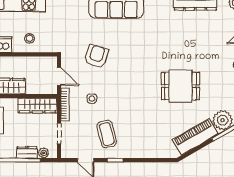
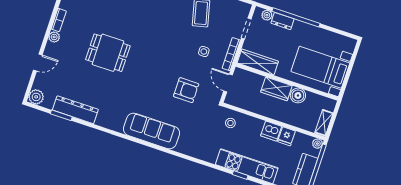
stool: (30, 38) -> (230, 123), moved
armchair: (96, 56) -> (186, 90), turned -108
dining table: (180, 86) -> (108, 53), moved

